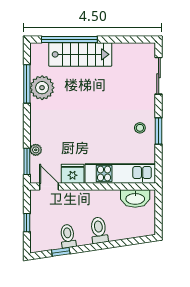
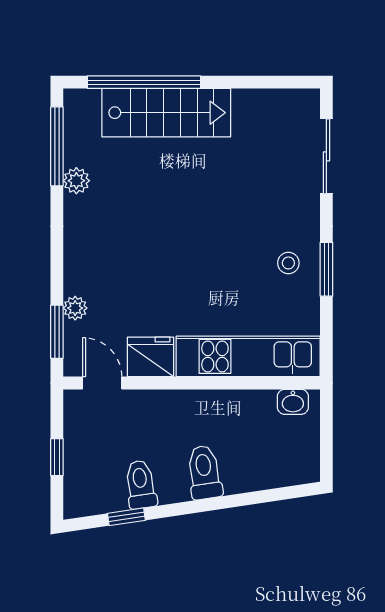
window: (27, 84) -> (57, 146), moved
plant: (42, 88) -> (76, 181), width x0.53, depth x0.53
washbasin: (135, 198) -> (293, 402), width x0.52, depth x0.69

